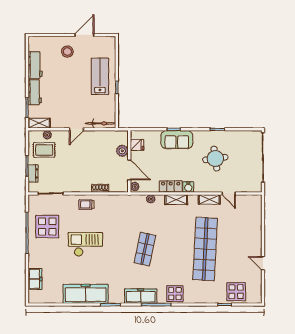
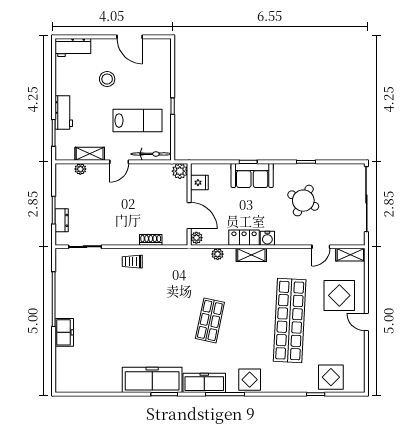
door: (84, 35) -> (130, 37), swing flipped
stool: (67, 52) -> (107, 79), moved
workbench: (35, 65) -> (73, 47), moved, turned 90
lab bench: (100, 76) -> (137, 121), moved, turned 90
shelving: (39, 123) -> (90, 154), moved
rug: (44, 150) -> (76, 189), removed
plant: (122, 151) -> (180, 171), moved
round table: (215, 159) -> (303, 201), turned 35
door: (229, 193) -> (321, 247), hinge flipped
shelving: (209, 199) -> (350, 255), moved
display table: (47, 227) -> (339, 295), moved
checkout: (85, 244) -> (131, 314), removed
door: (263, 263) -> (366, 322), moved
freezer: (35, 279) -> (64, 332), moved
freezer: (86, 294) -> (152, 380), moved

